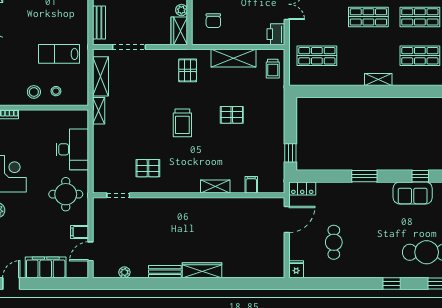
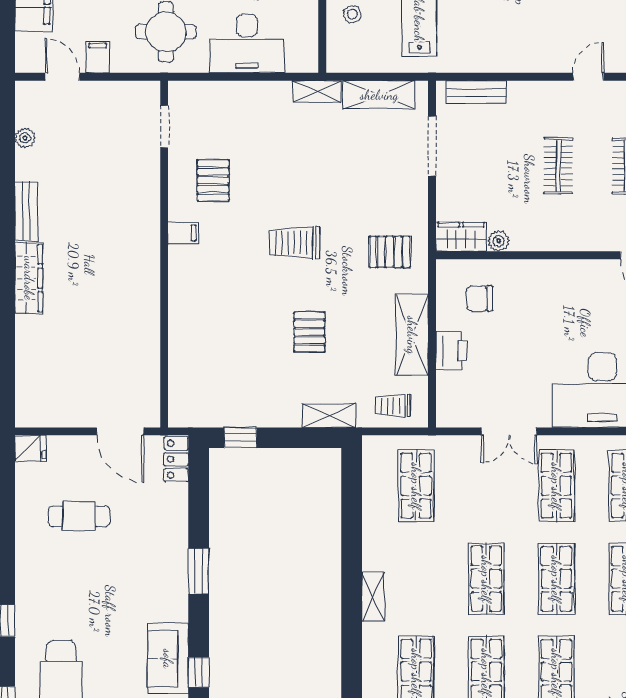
printer: (276, 34) -> (452, 351), moved, turned 90
filing cabinet: (251, 185) -> (183, 233), moved
shelving: (215, 186) -> (329, 416), moved, turned 90

